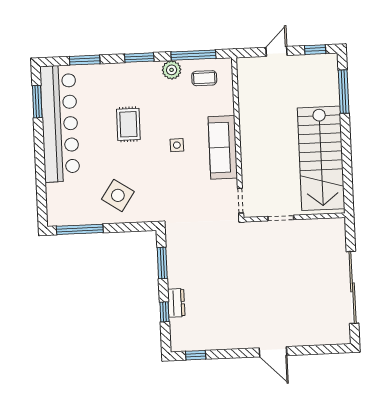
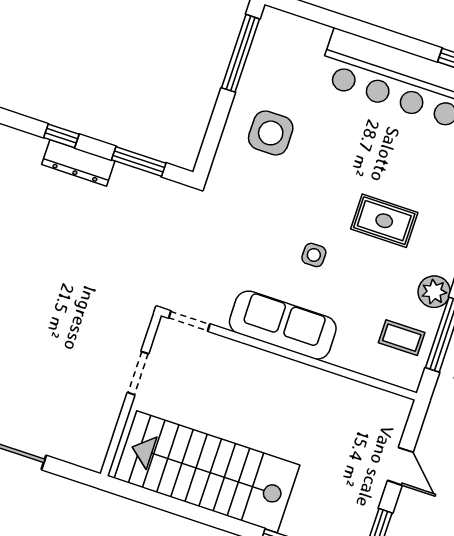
coffee table: (204, 78) -> (402, 338), turned 90
rug: (128, 124) -> (384, 221), moved
side table: (118, 195) -> (271, 133), turned -34
dresser: (176, 303) -> (78, 163), width x1.44

